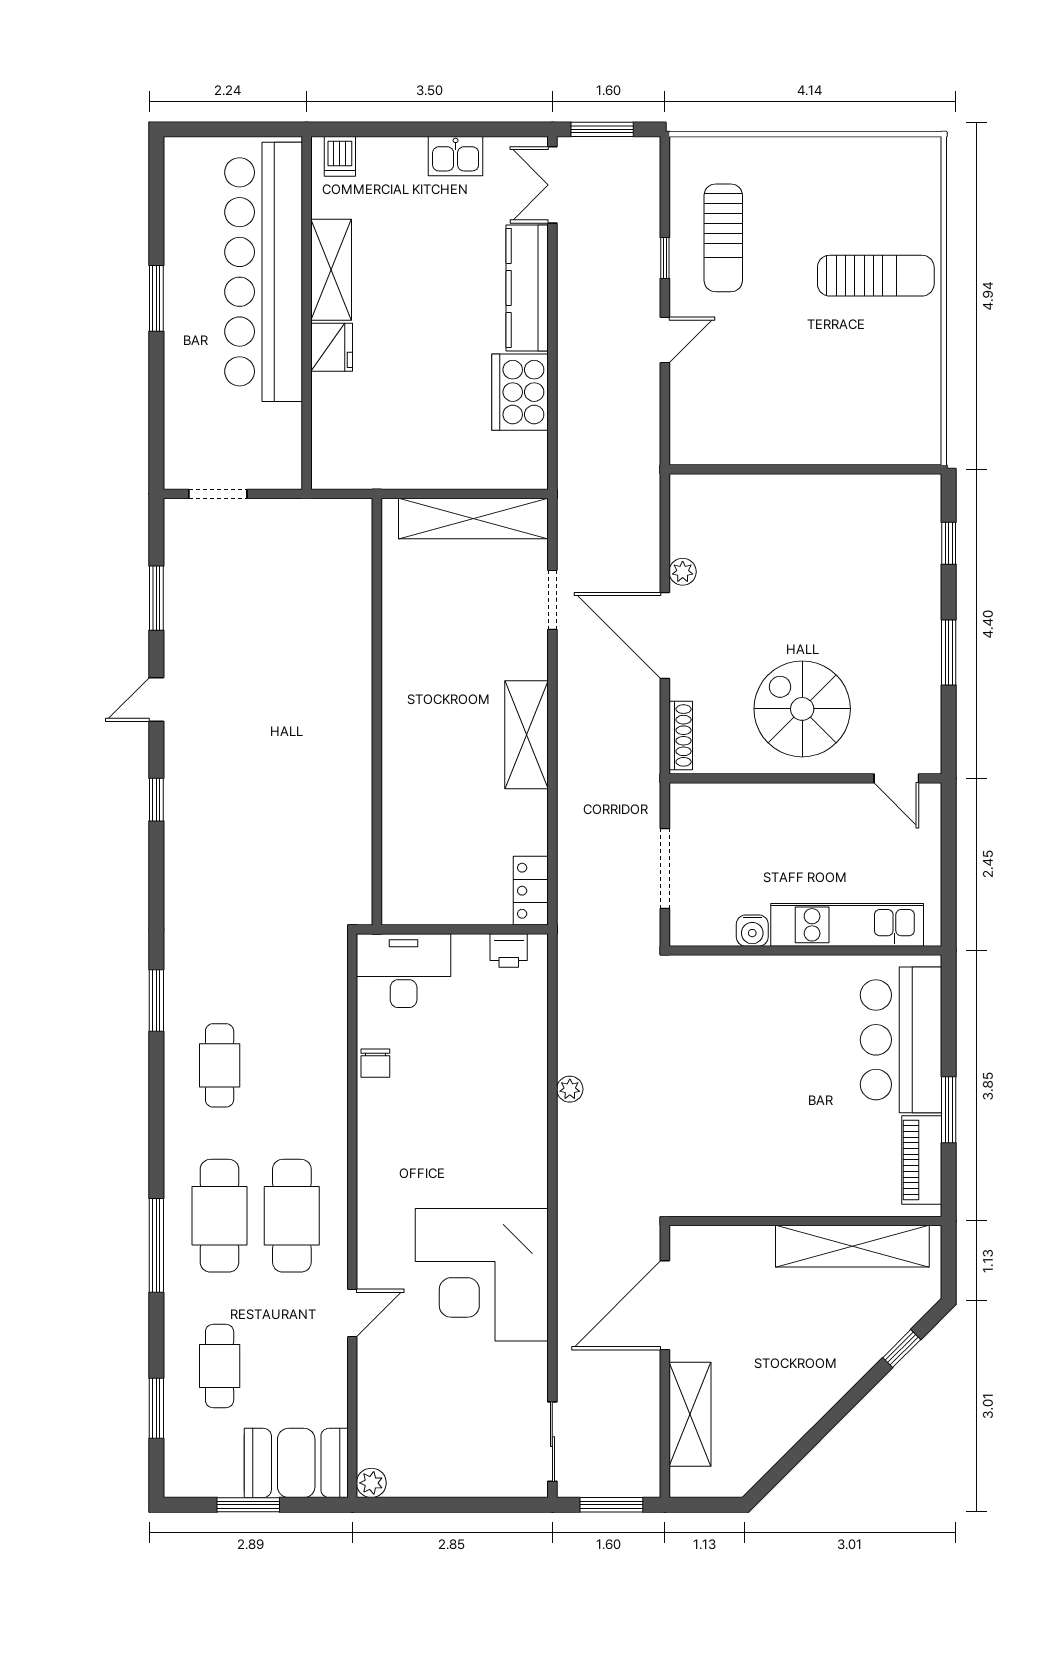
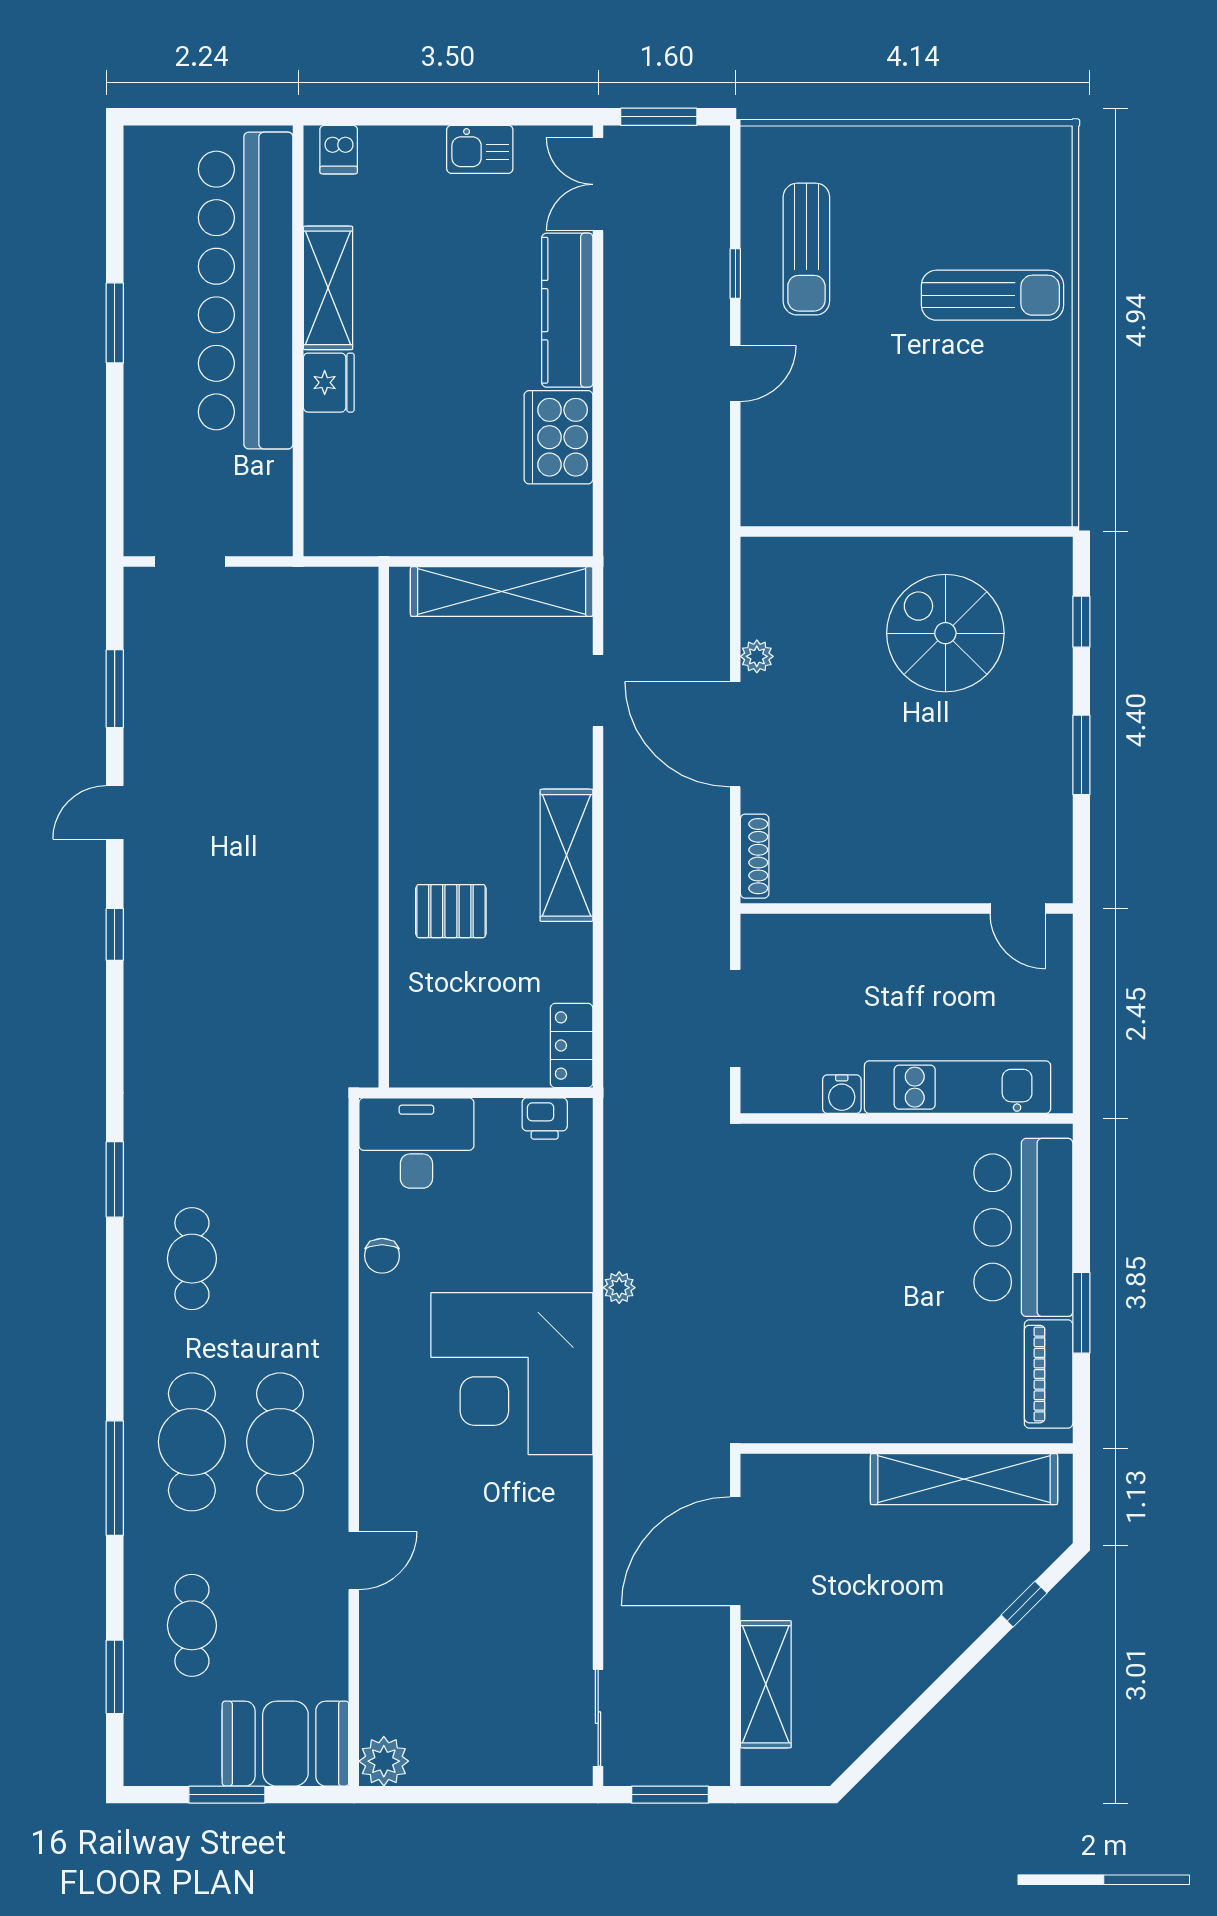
spiral stairs: (802, 709) -> (945, 633), moved
pallet: (432, 781) -> (451, 911), added
corner desk: (482, 1275) -> (512, 1374), moved
plant: (371, 1483) -> (384, 1761), width x1.38, depth x1.38

